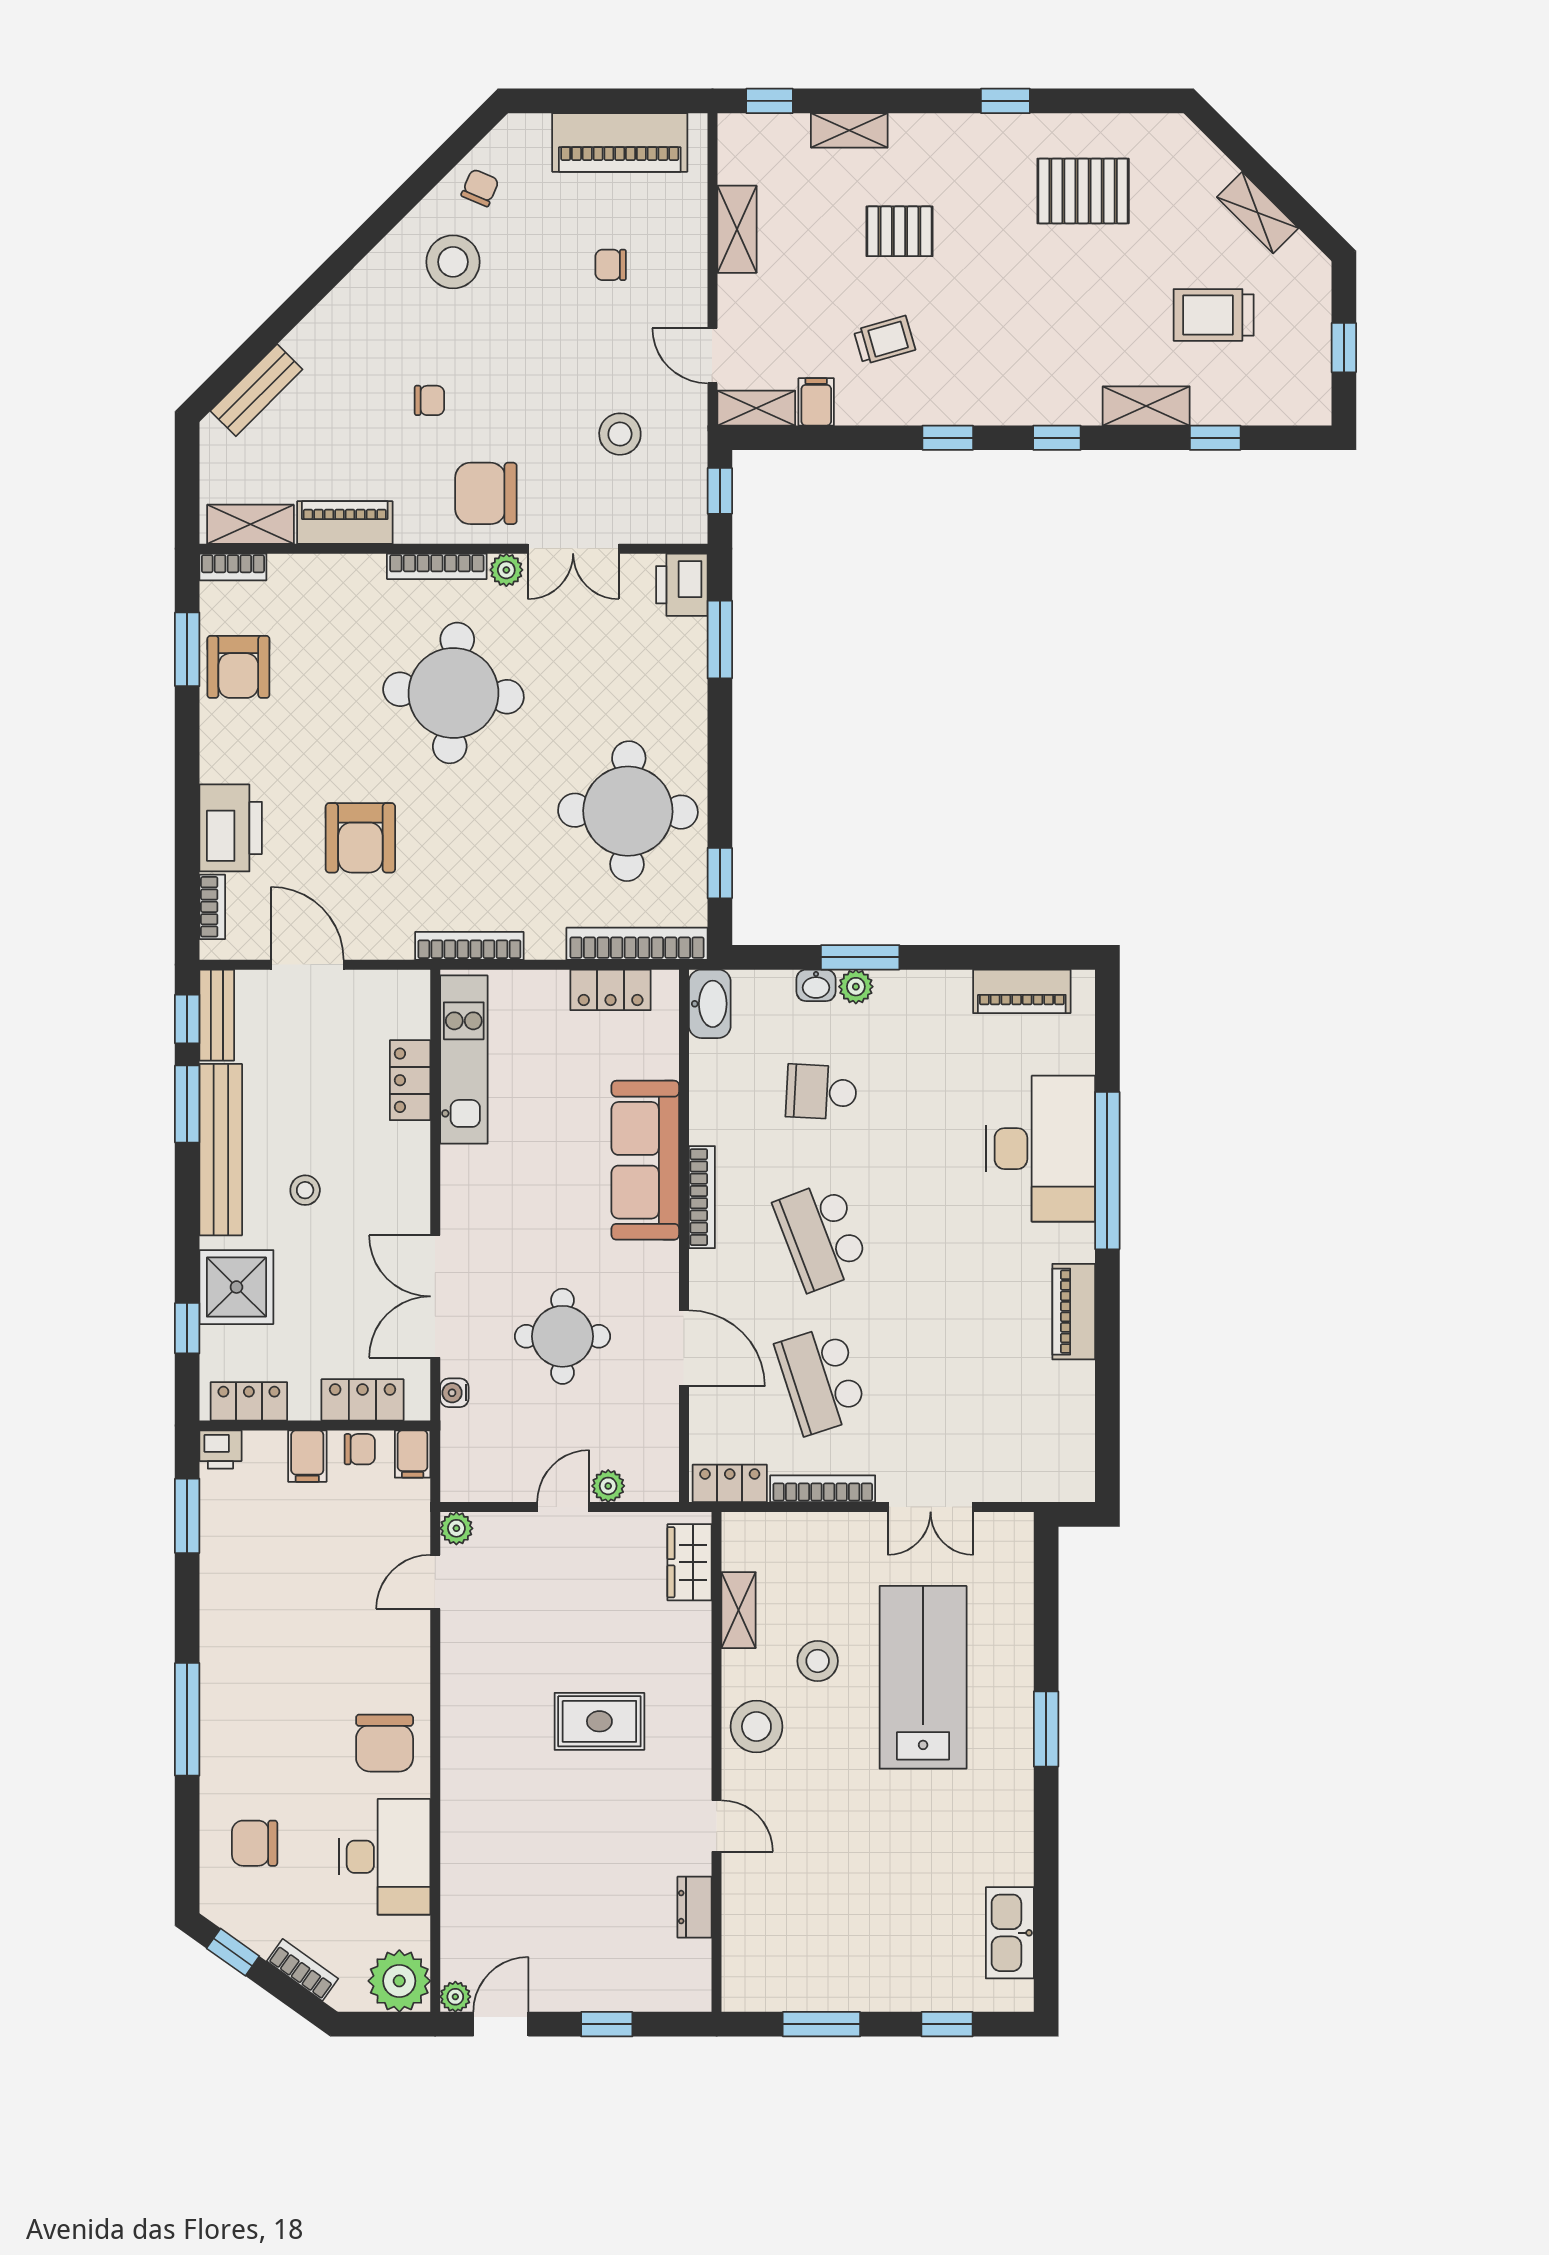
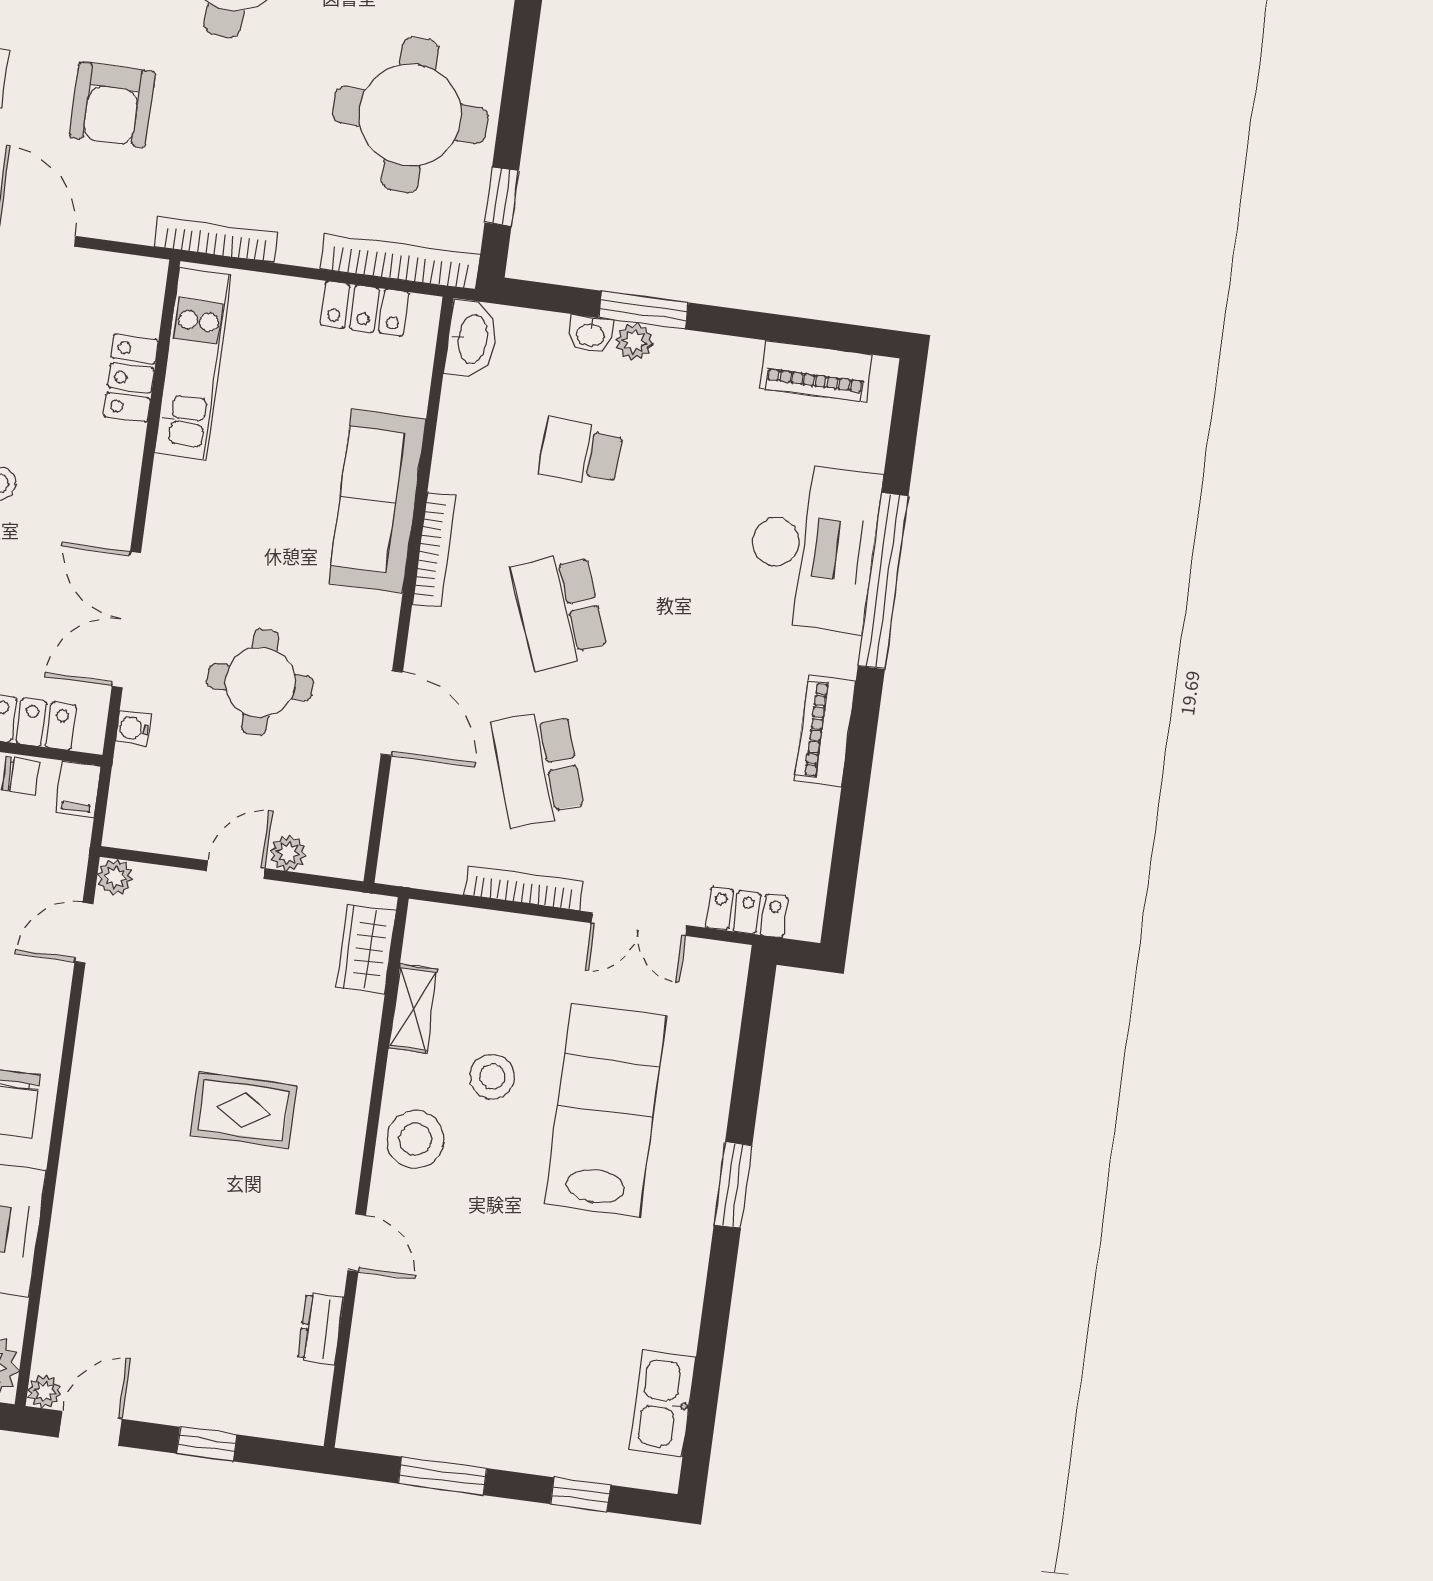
locker: (730, 1483) -> (747, 912), moved

